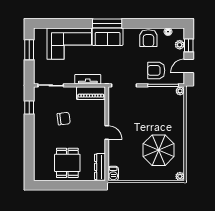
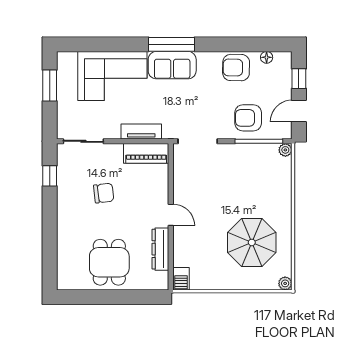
armchair: (148, 38) -> (236, 68), turned 91
plant: (180, 45) -> (285, 78), removed
dresser: (100, 167) -> (160, 249), moved

